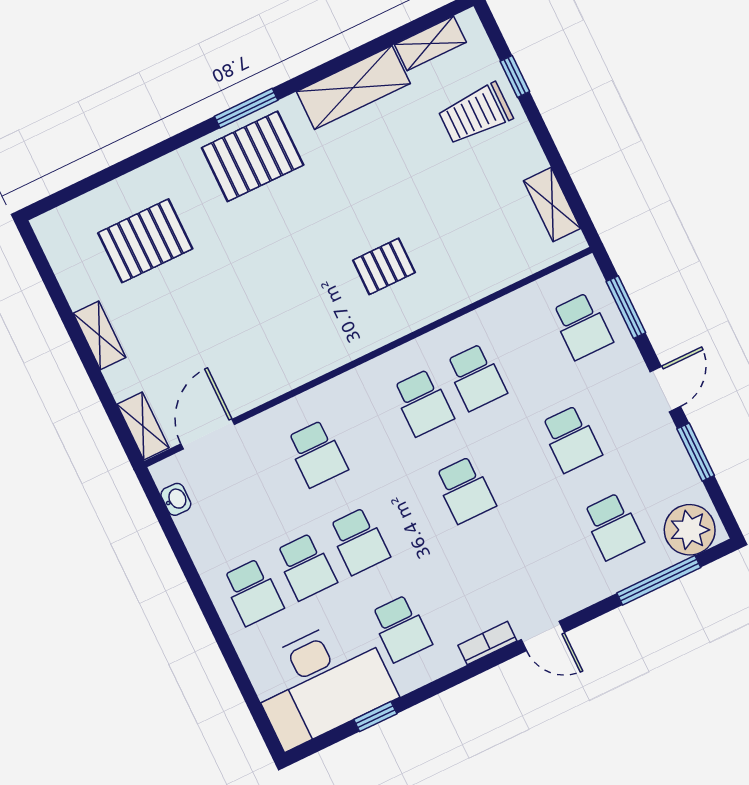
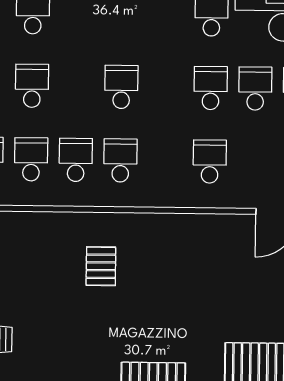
pallet: (384, 266) -> (101, 266), turned 90
school desk: (529, 352) -> (31, 159), added

